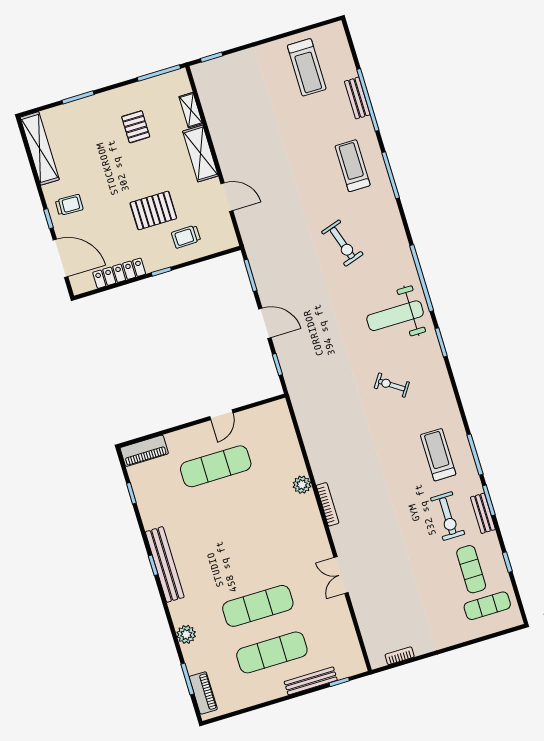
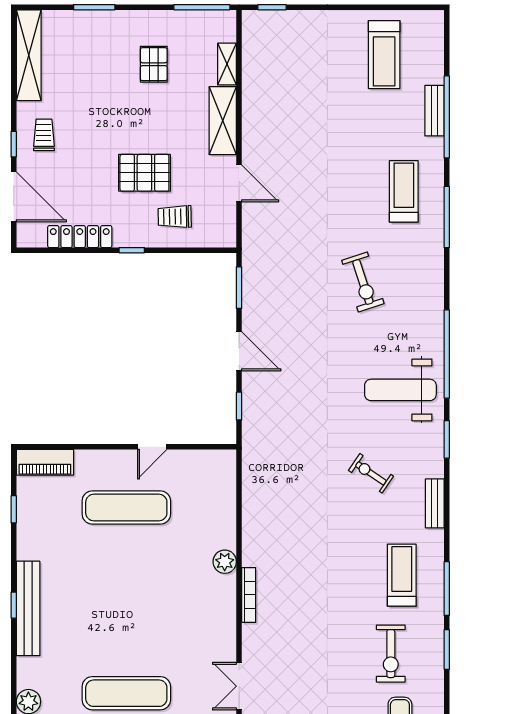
trolley: (69, 205) -> (44, 135), turned -92
bench: (483, 513) -> (435, 503), moved

